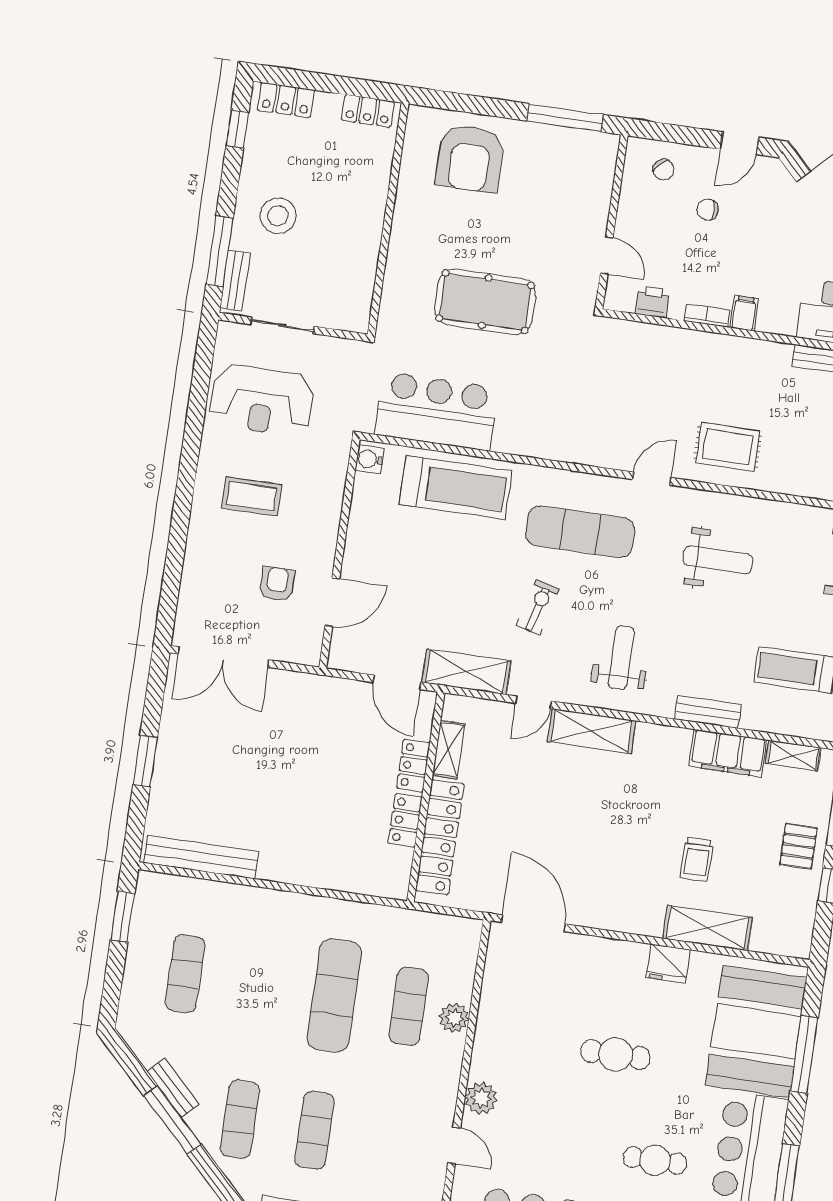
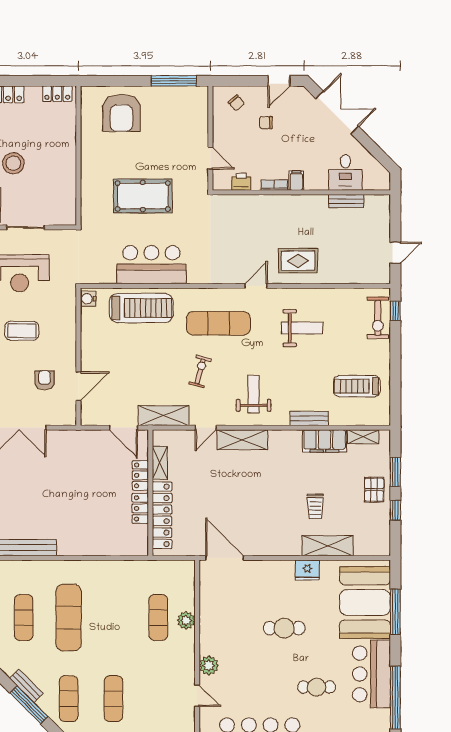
bar counter: (436, 411) -> (151, 265), moved
exercise mat: (334, 995) -> (69, 618), moved

